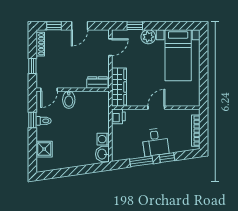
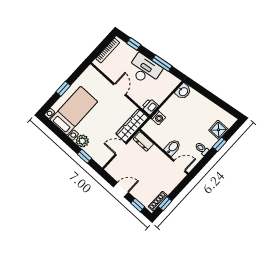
door: (110, 47) -> (121, 149), moved
window: (204, 65) -> (63, 89), added
window: (32, 66) -> (165, 204), moved
door: (156, 108) -> (120, 89), swing flipped
window: (32, 120) -> (220, 144), moved
washing machine: (103, 139) -> (158, 118), moved
desk: (155, 142) -> (145, 70), width x1.37
window: (167, 158) -> (134, 44), moved

